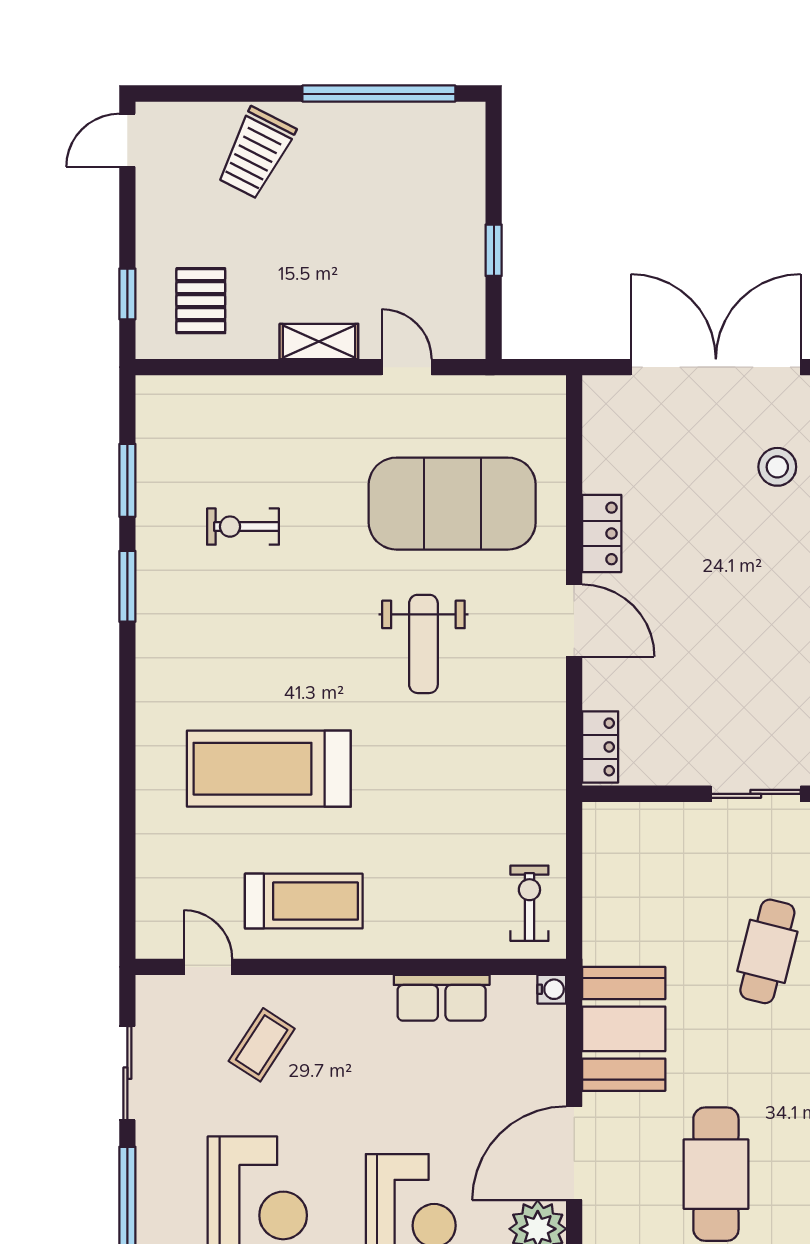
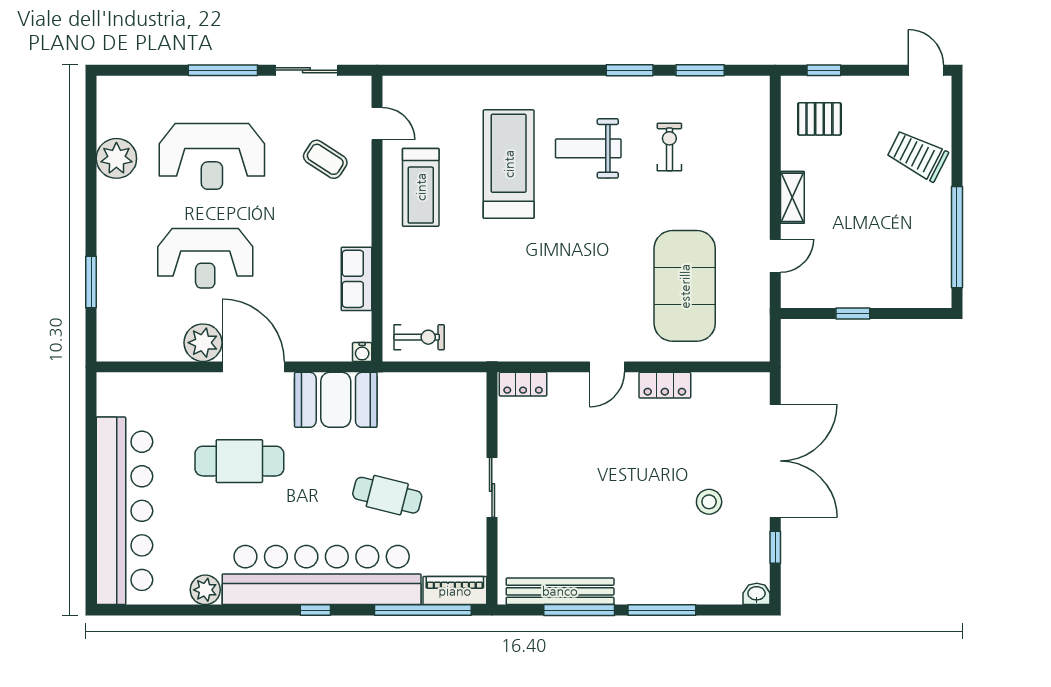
door: (574, 621) -> (607, 367), width x0.73
weight bench: (423, 644) -> (588, 148), moved
door: (208, 967) -> (377, 124), hinge flipped

